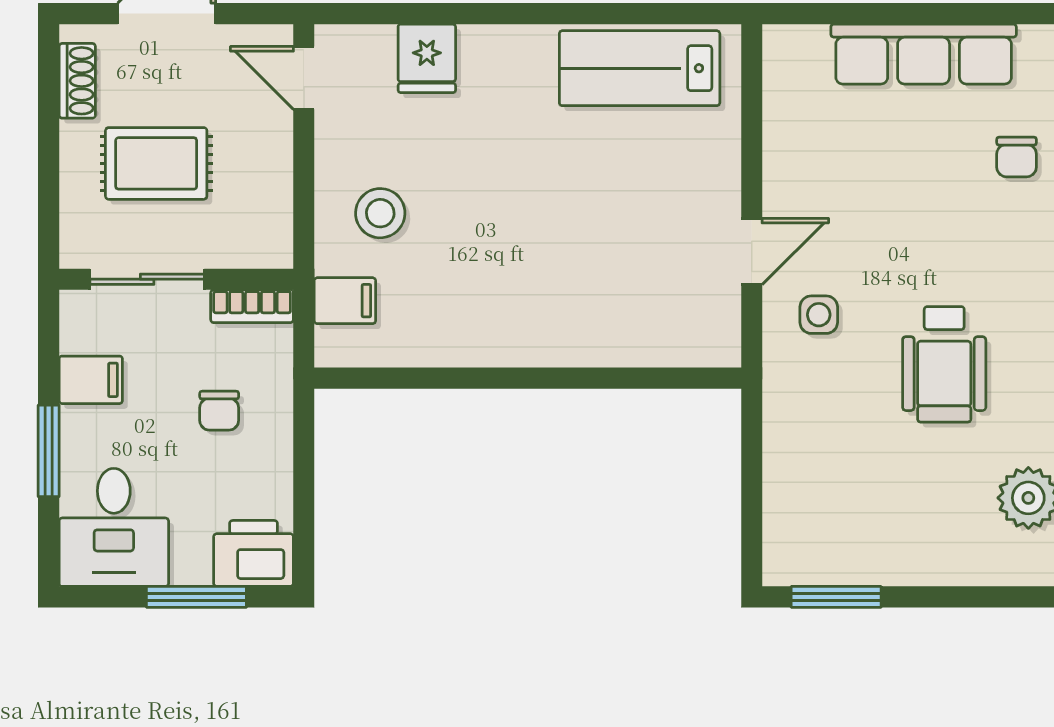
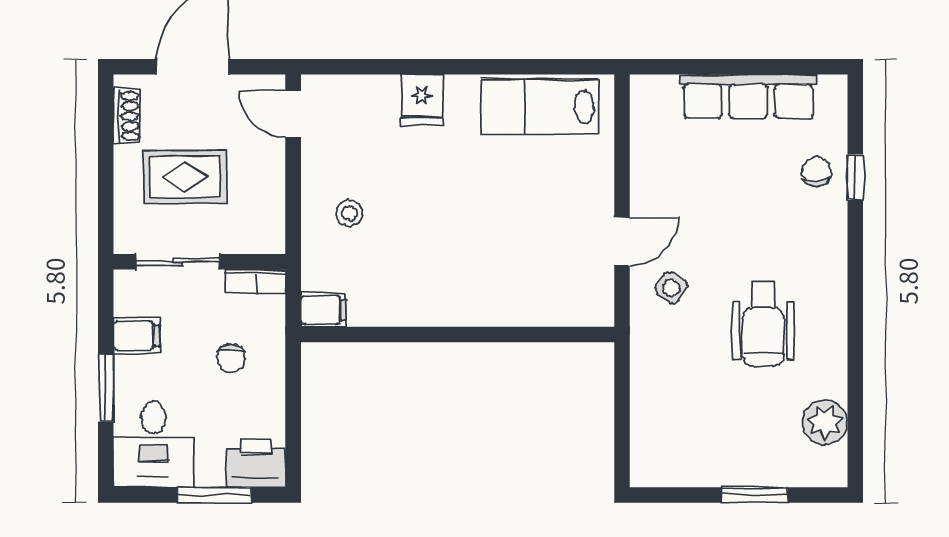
fridge: (427, 58) -> (422, 100), moved
chair: (1017, 157) -> (816, 172), turned 180
stool: (380, 213) -> (349, 213), width x0.73, depth x0.73
filing cabinet: (345, 301) -> (323, 310), moved
side table: (819, 315) -> (671, 288), turned 35
window: (836, 597) -> (755, 495), moved

